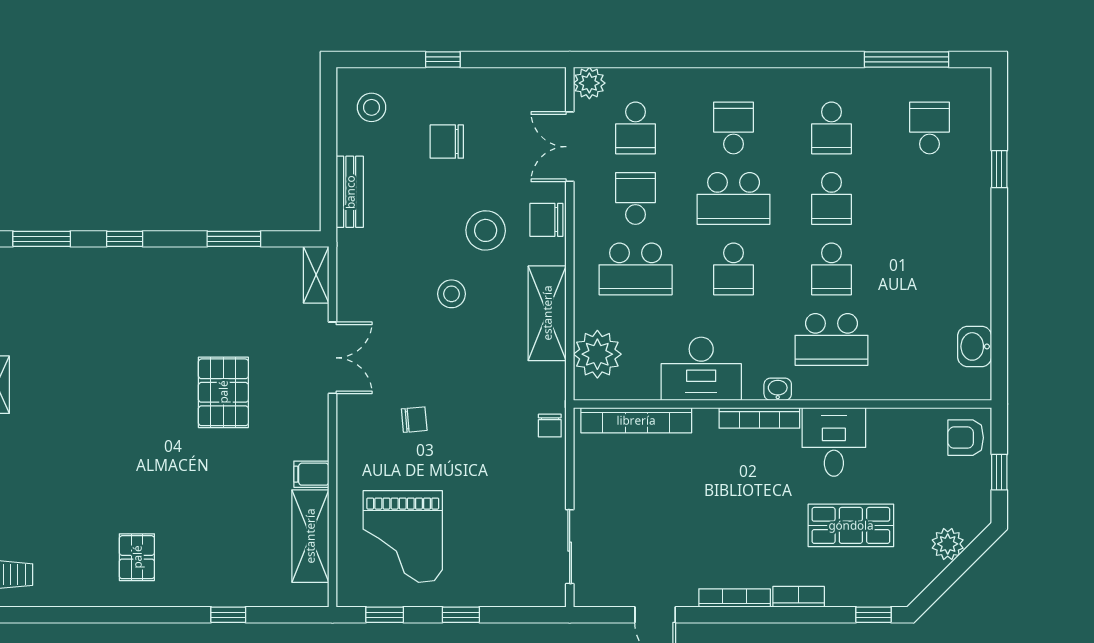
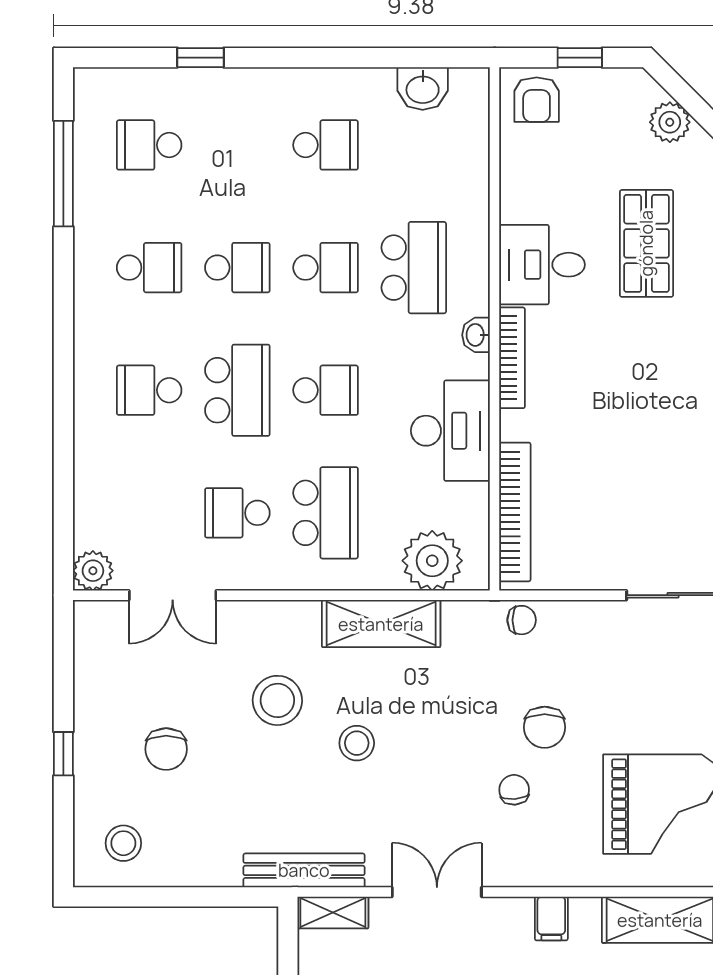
school desk: (636, 128) -> (326, 145), moved
bench: (350, 192) -> (304, 870), moved, width x1.36
chair: (546, 220) -> (545, 727), moved
filing cabinet: (311, 474) -> (551, 919), moved

